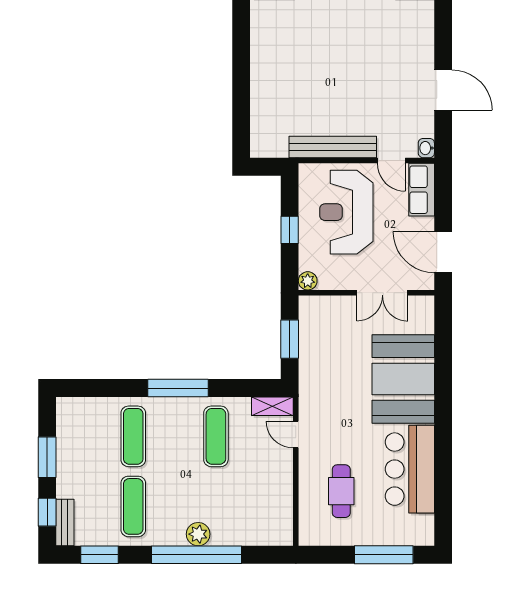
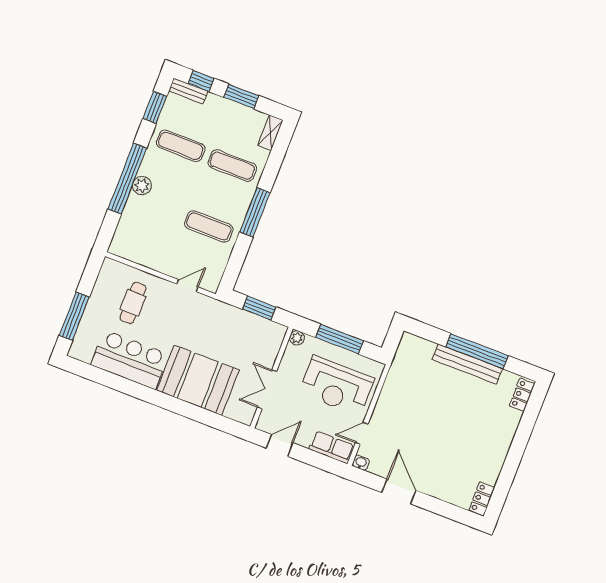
window: (241, 61) -> (477, 351), added
door: (443, 90) -> (399, 491), swing flipped
bench: (333, 147) -> (467, 364), moved, turned 90
reception desk: (346, 212) -> (337, 386), turned 180
window: (290, 230) -> (339, 339), width x2.17
door: (443, 252) -> (280, 445), width x0.73
shelving: (272, 406) -> (270, 133), moved
cafe table: (341, 491) -> (133, 303), turned 90

